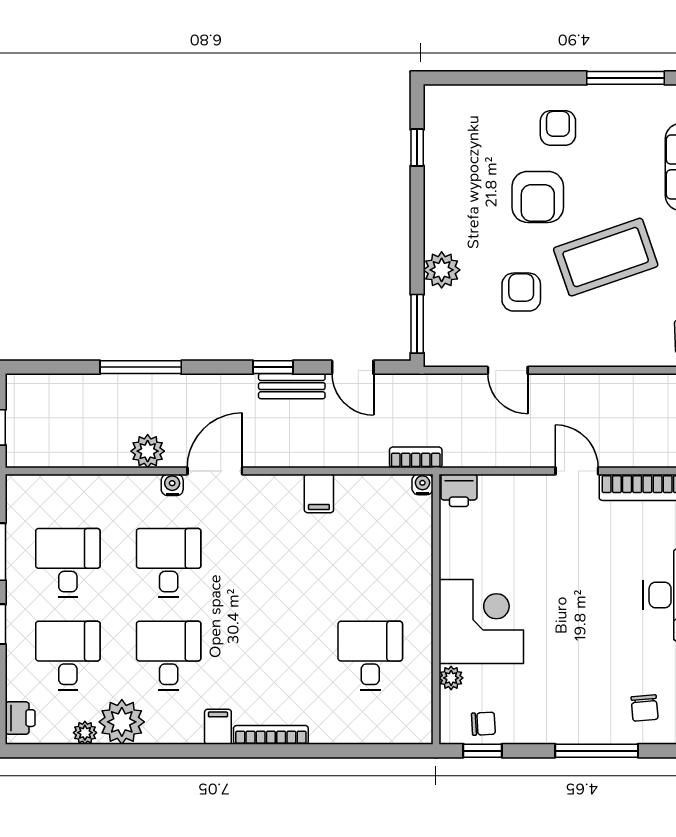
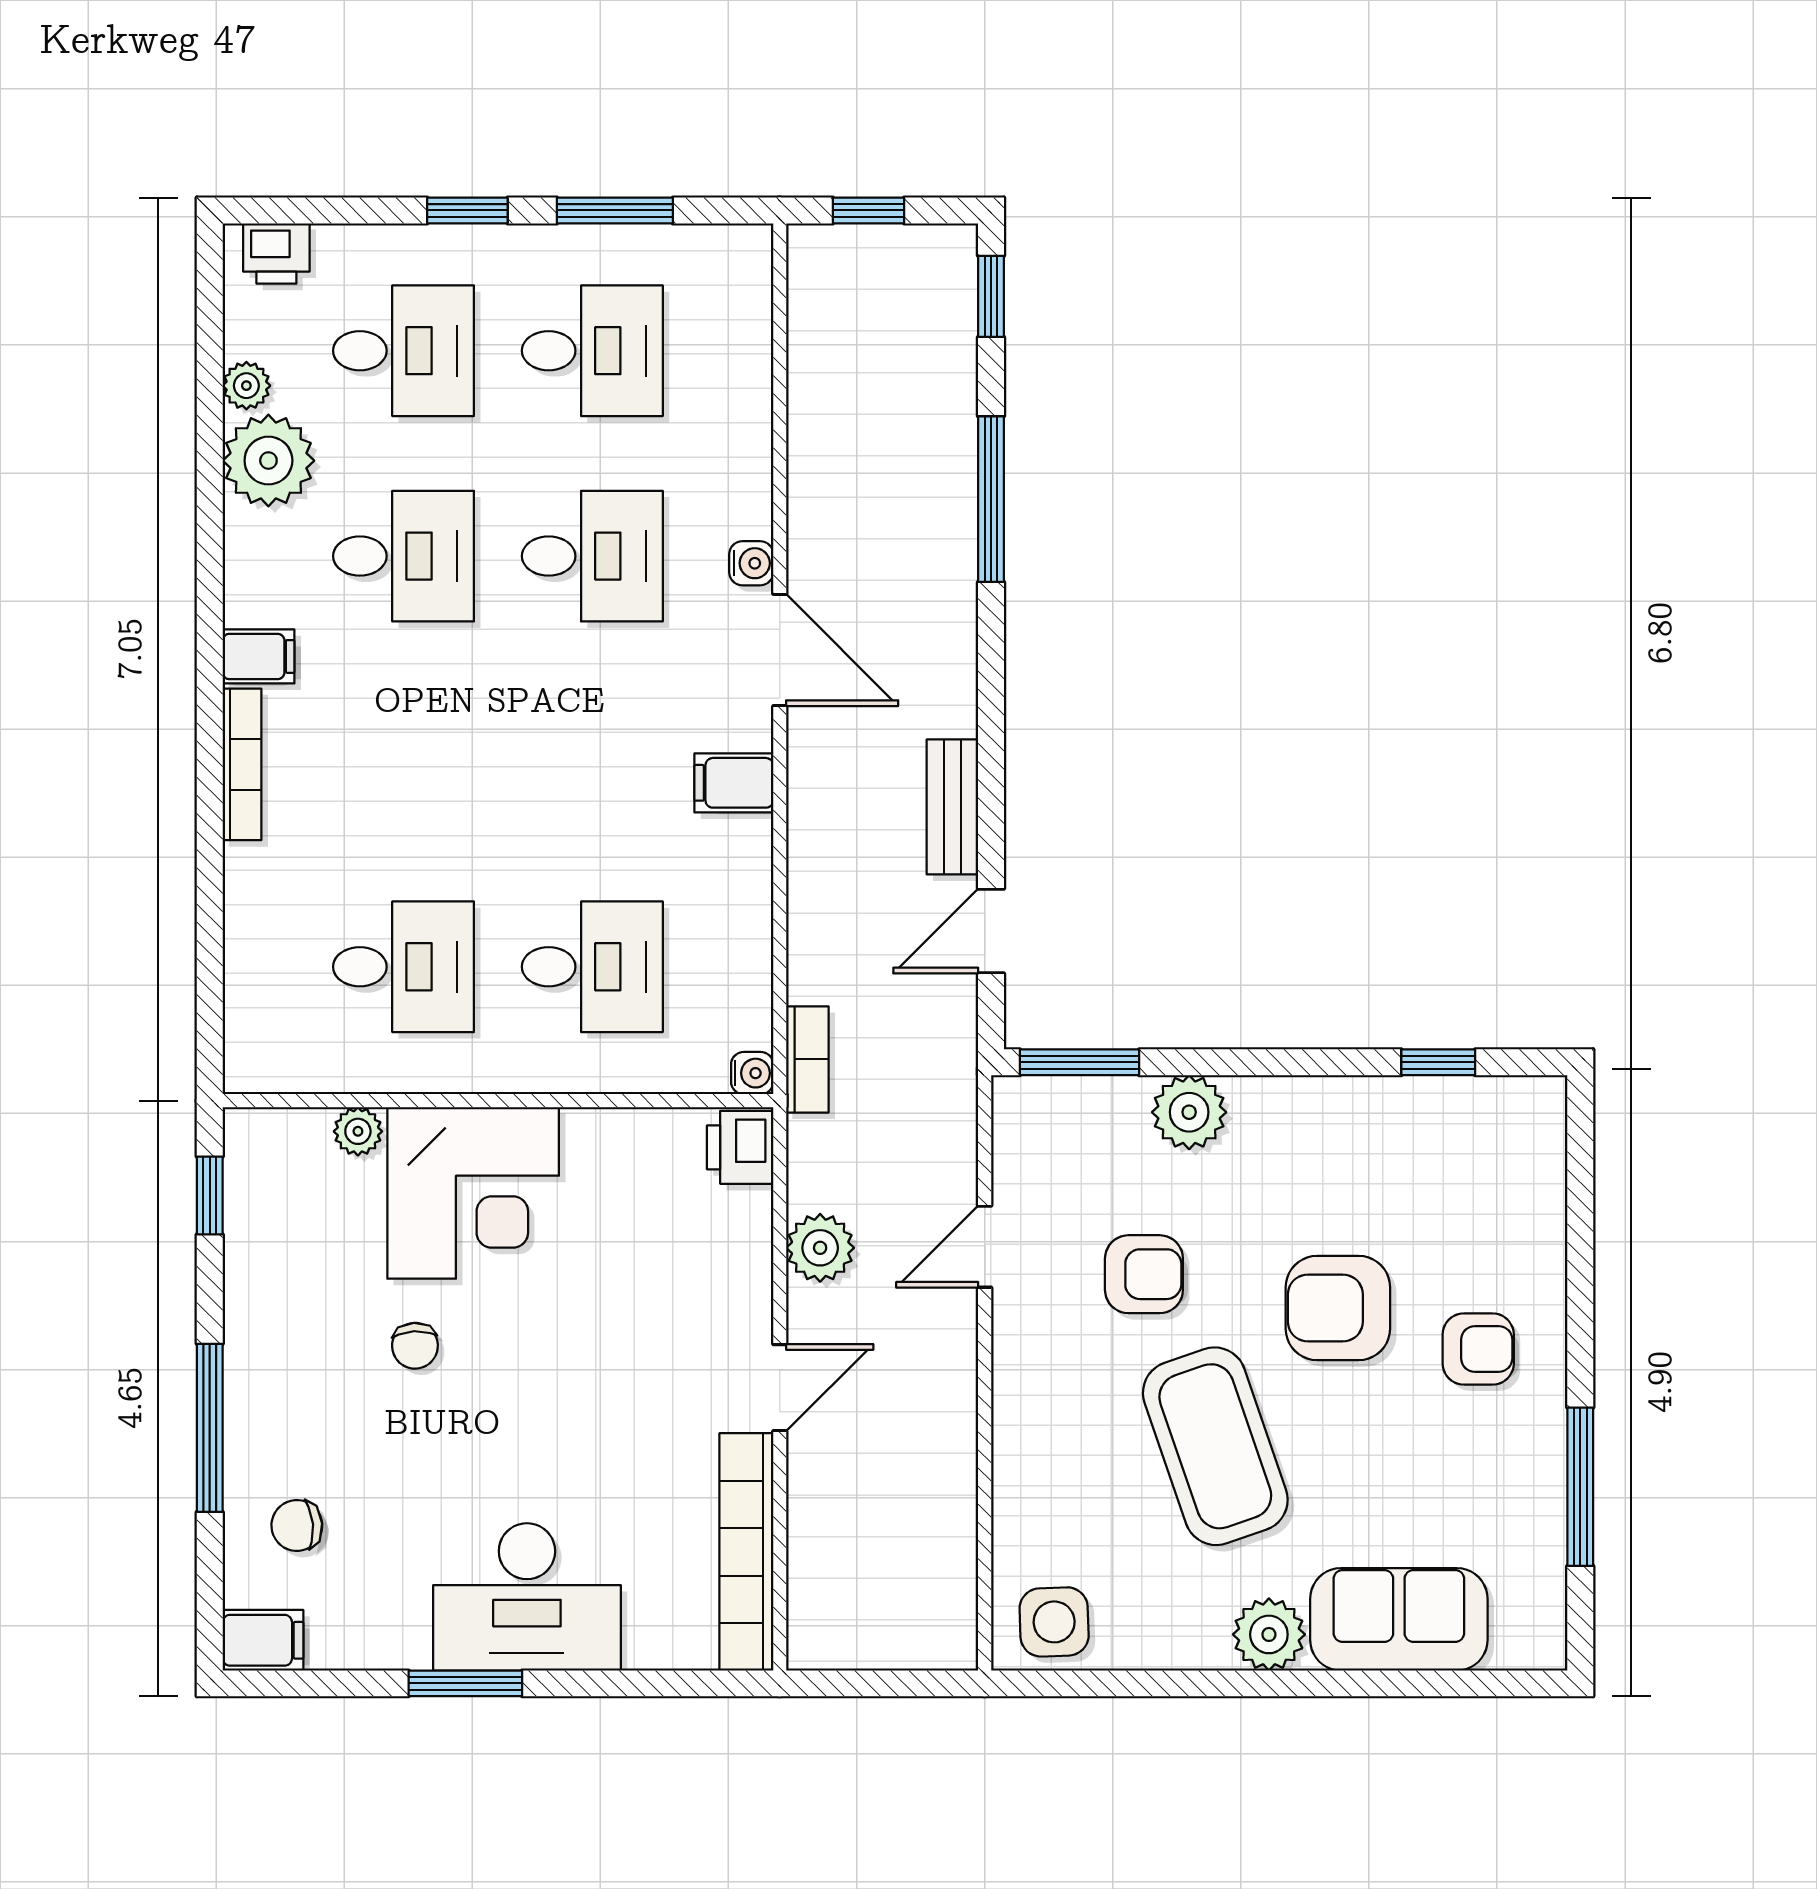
window: (273, 367) -> (991, 296), moved
plant: (148, 451) -> (820, 1248), moved
filing cabinet: (319, 493) -> (734, 783), moved
desk: (370, 563) -> (592, 967), added
chair: (483, 724) -> (415, 1346), moved

